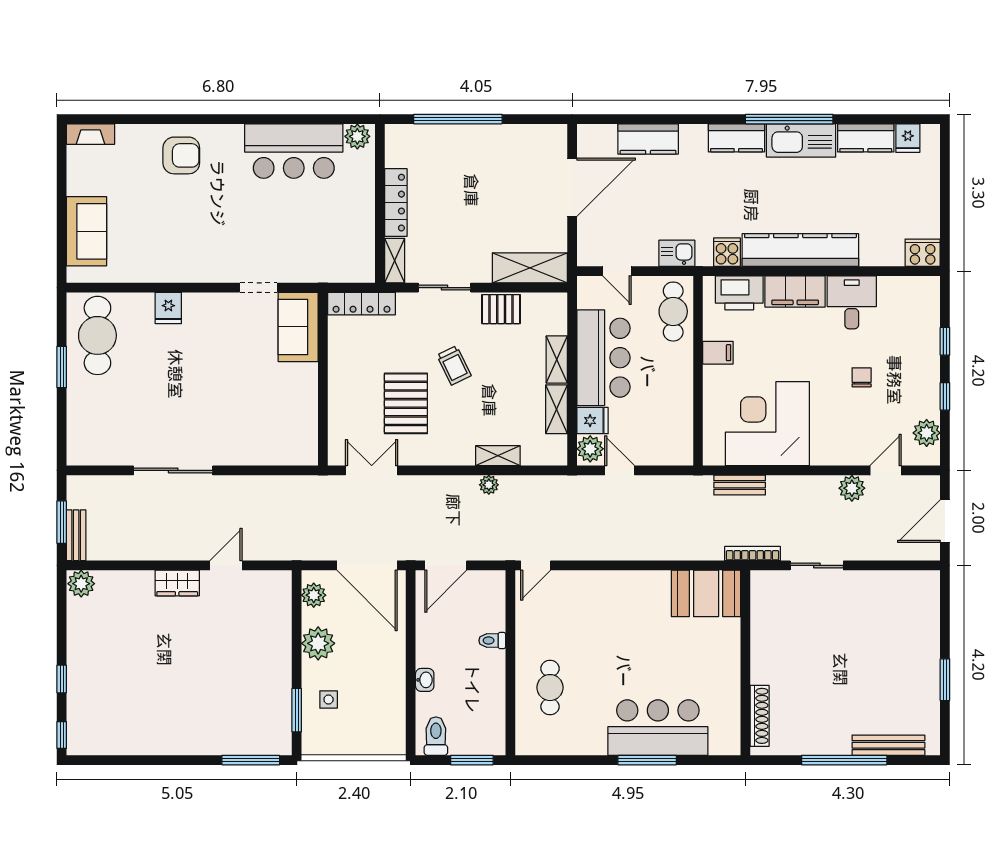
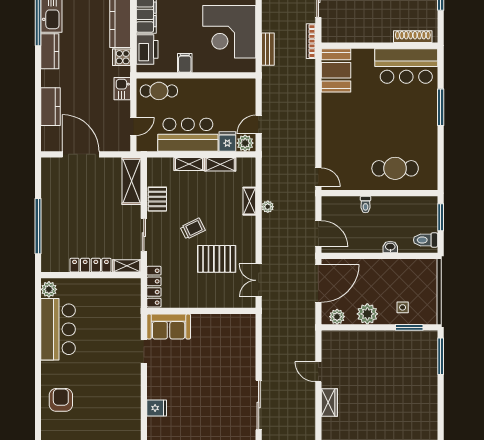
cafe table: (550, 688) -> (395, 168), width x1.37, depth x1.35
bar counter: (658, 728) -> (406, 66), moved, turned -90

